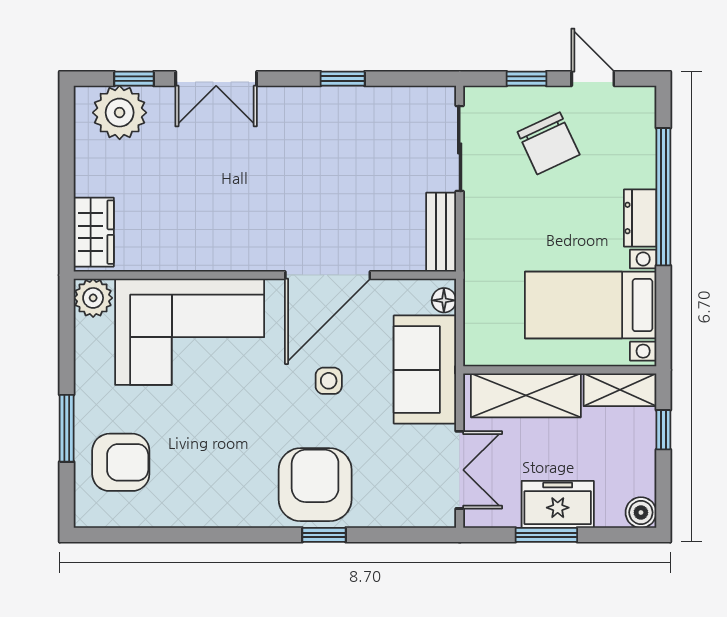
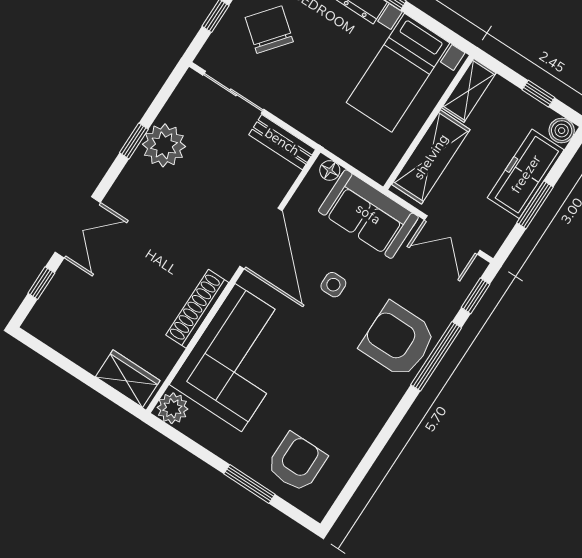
plant: (120, 113) -> (164, 145), moved
chair: (549, 143) -> (269, 30), turned -116
shoe rack: (212, 257) -> (197, 309), added
window: (663, 430) -> (538, 94), moved
double door: (460, 470) -> (452, 235), swing flipped
freezer: (558, 504) -> (526, 174), width x1.40
window: (324, 535) -> (436, 356), width x2.17
window: (413, 535) -> (475, 296), added

